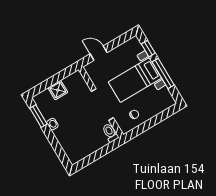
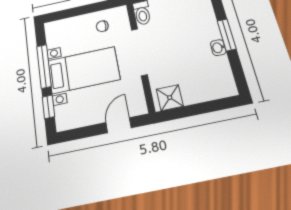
door: (99, 53) -> (119, 125), swing flipped
shower: (58, 90) -> (170, 98), moved
window: (38, 116) -> (227, 35), moved

